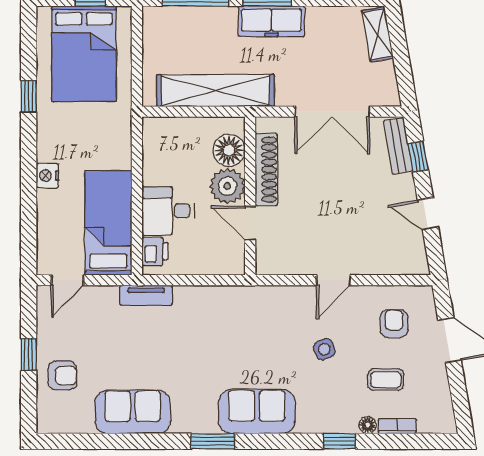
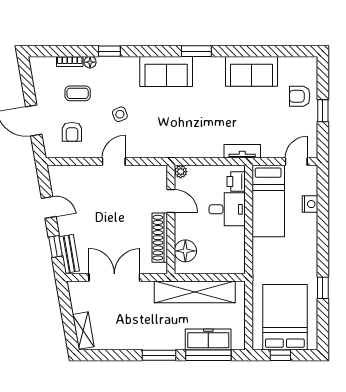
freezer: (271, 21) -> (208, 339), moved
nightstand: (47, 176) -> (310, 204), moved
plant: (227, 186) -> (181, 172), moved, width x0.53, depth x0.53

